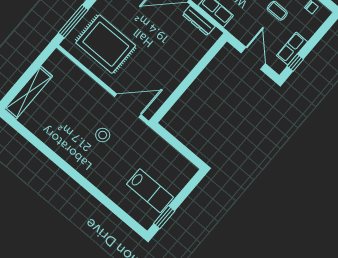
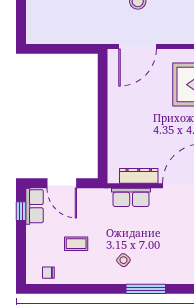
row of seats: (292, 49) -> (34, 206), moved

